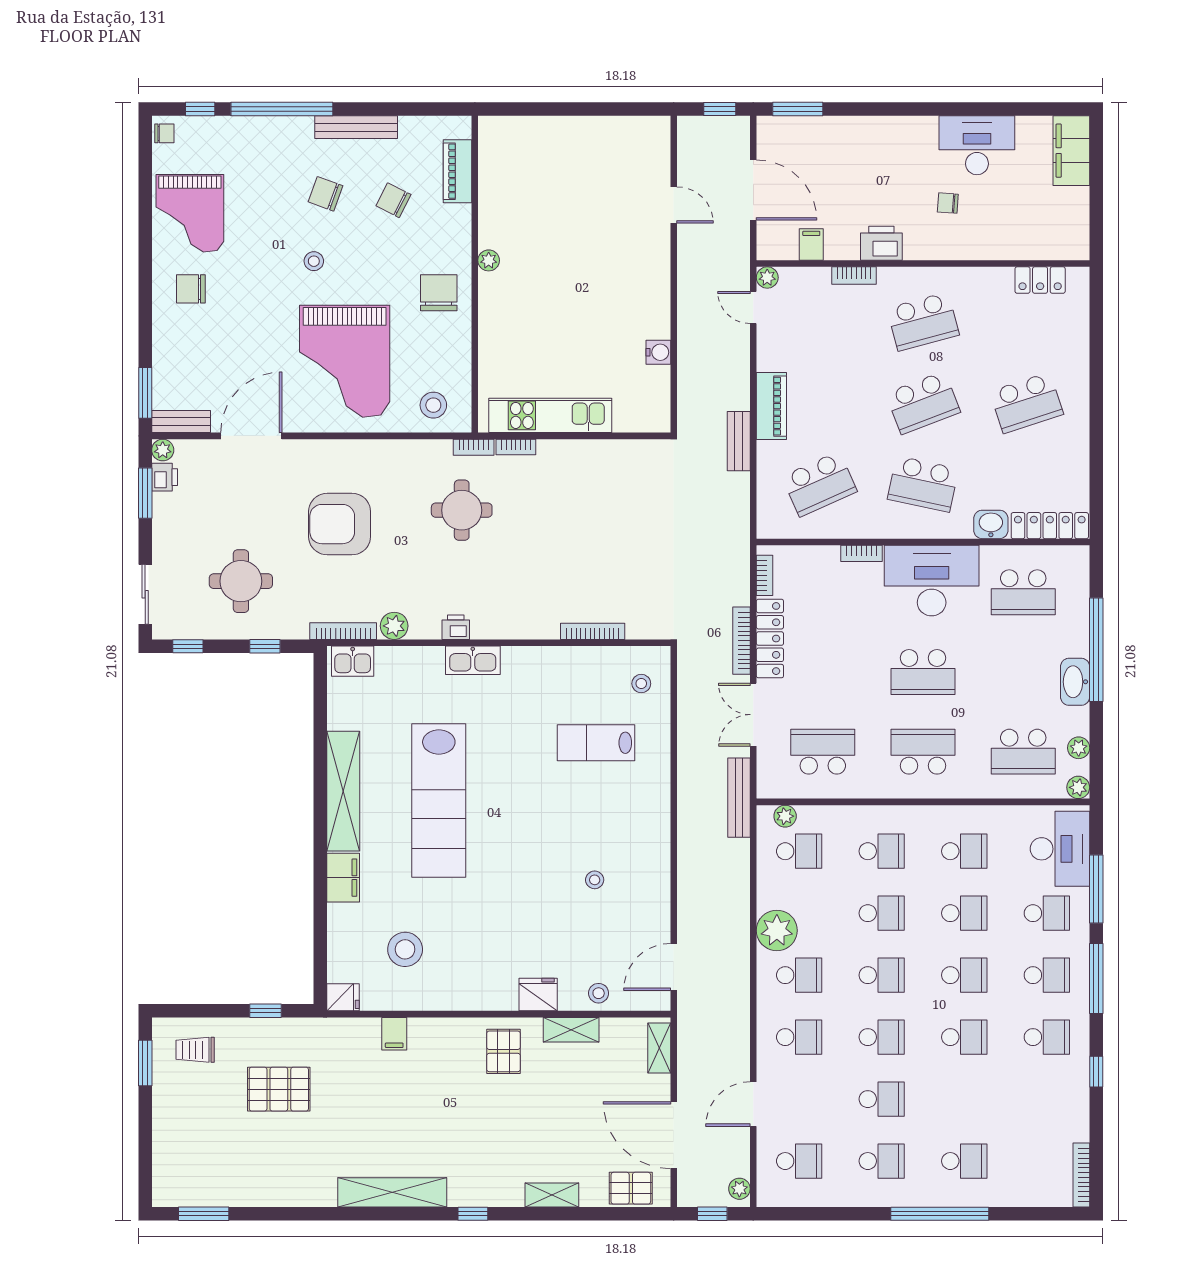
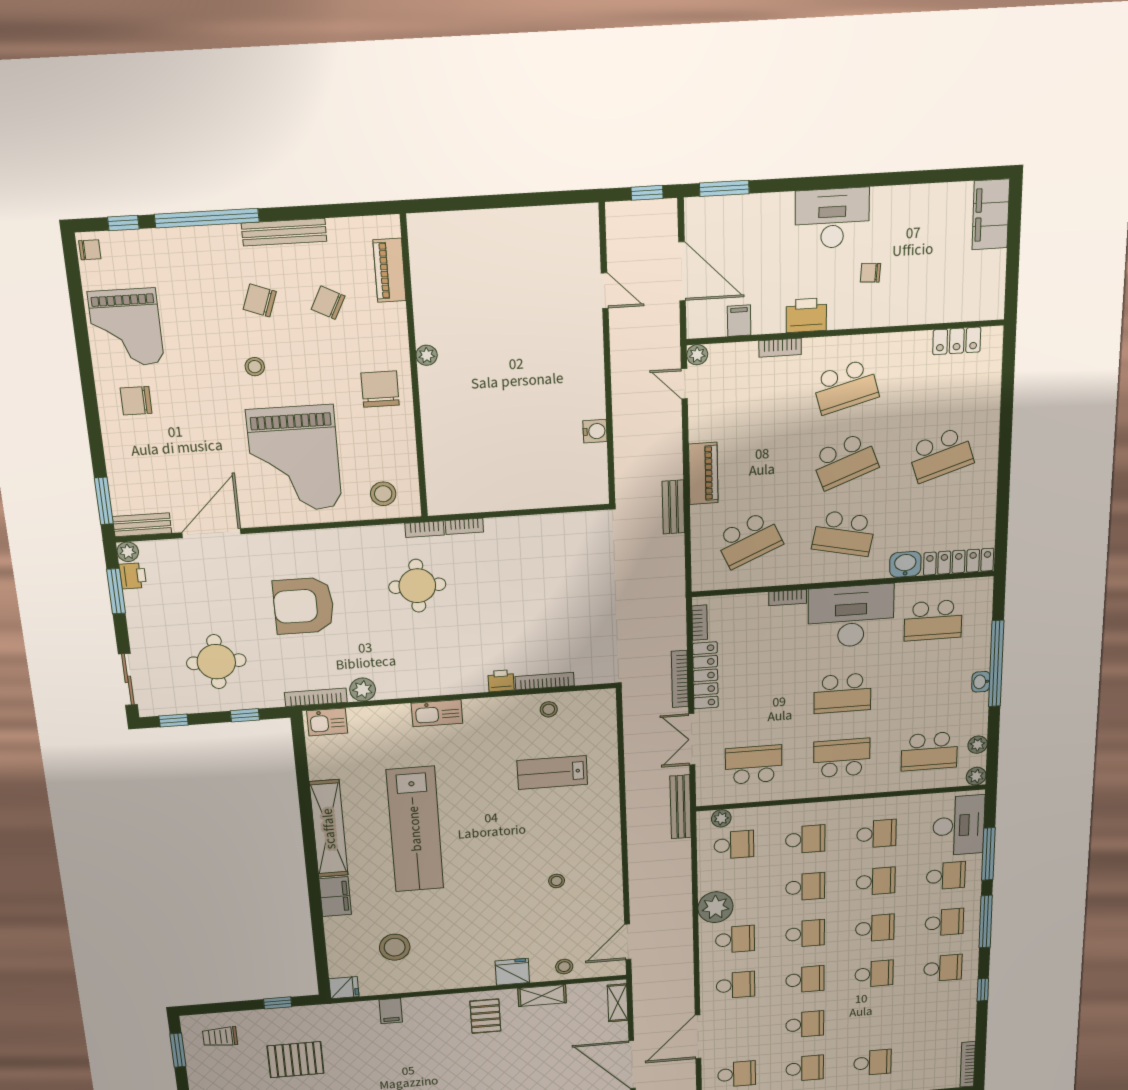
desk: (977, 145) -> (832, 218), moved
kitchen unit: (550, 415) -> (495, 496), removed
printer: (456, 627) -> (501, 681), moved
washbasin: (1075, 682) -> (981, 682), width x0.52, depth x0.69
stool: (641, 684) -> (549, 709), moved
door: (753, 1104) -> (698, 1037), width x1.36

